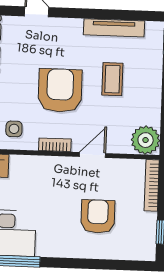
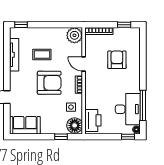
armchair: (60, 90) -> (49, 83), turned 180
armchair: (98, 216) -> (117, 60), turned 90

